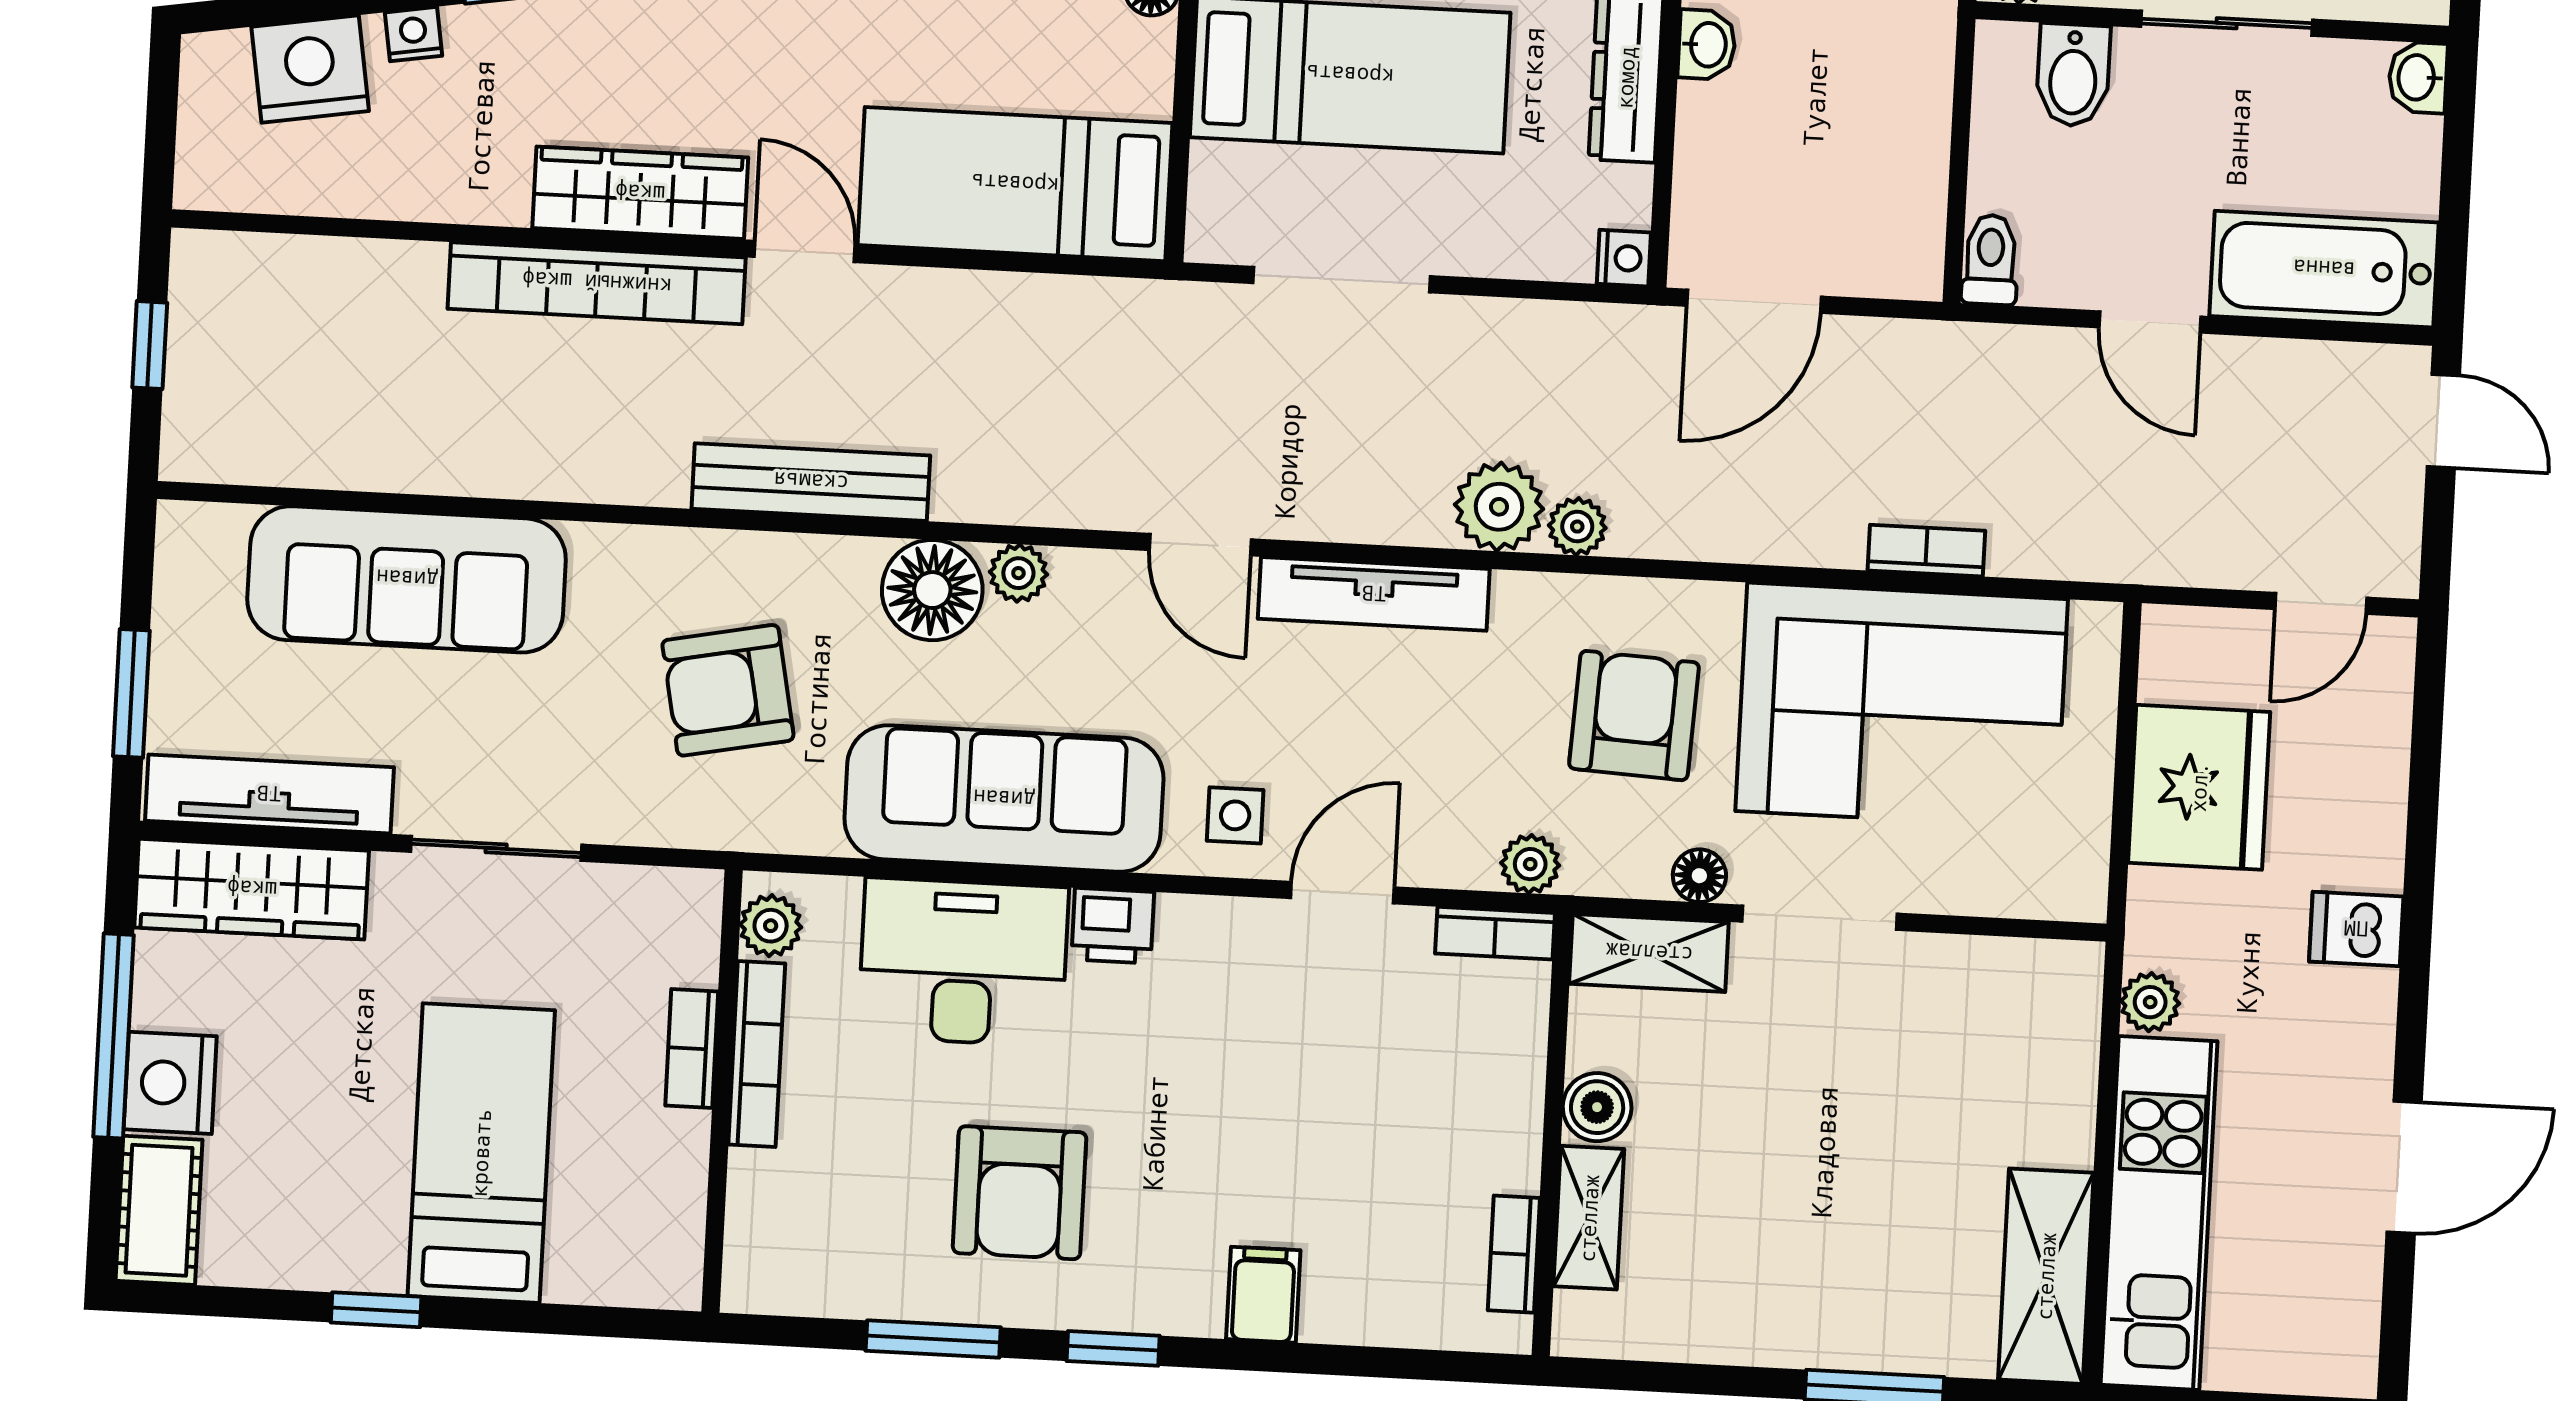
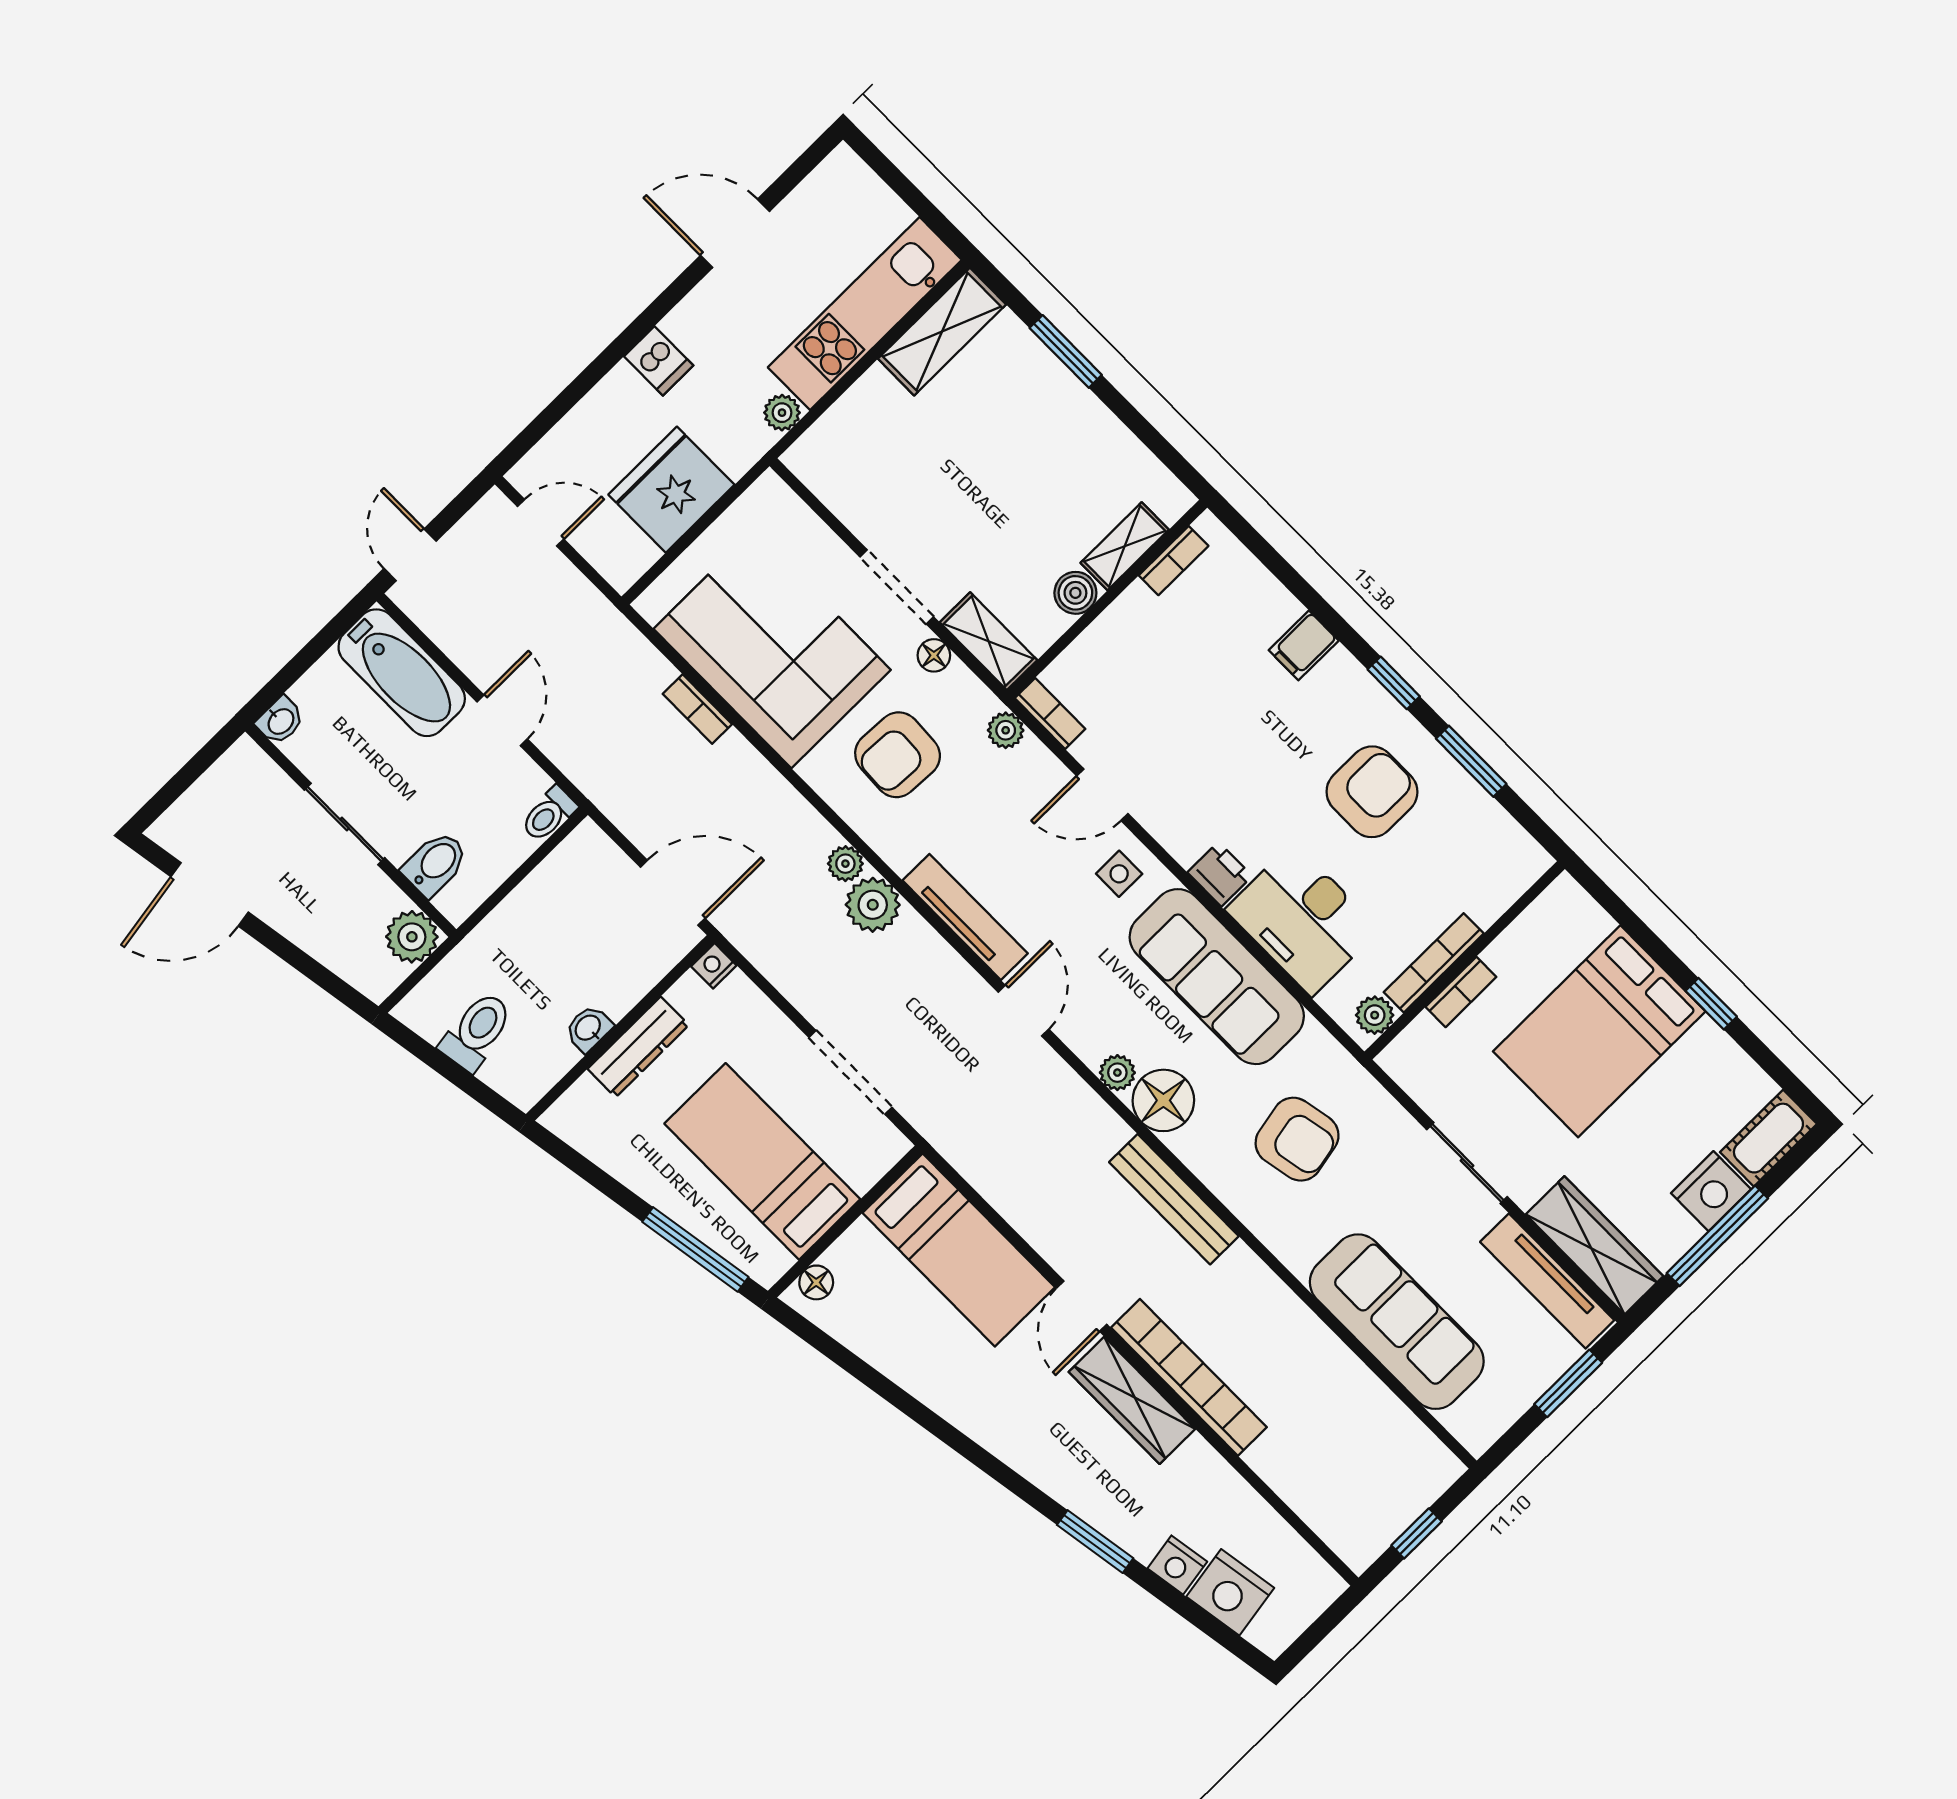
nightstand: (413, 34) -> (1177, 1565), width x1.39, depth x1.35
bed: (481, 1153) -> (1599, 1031), width x1.50

